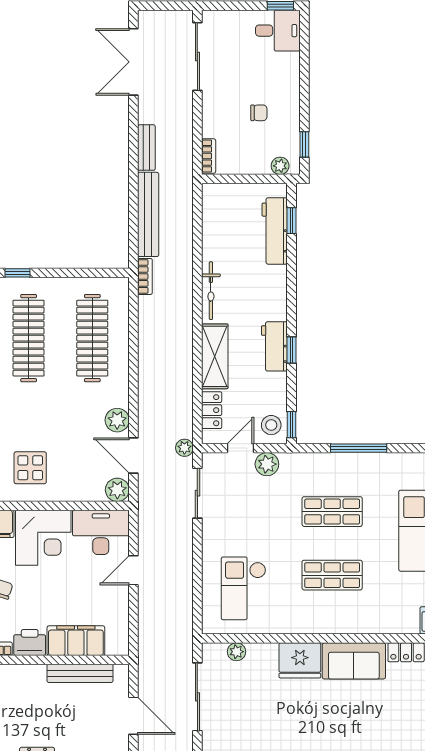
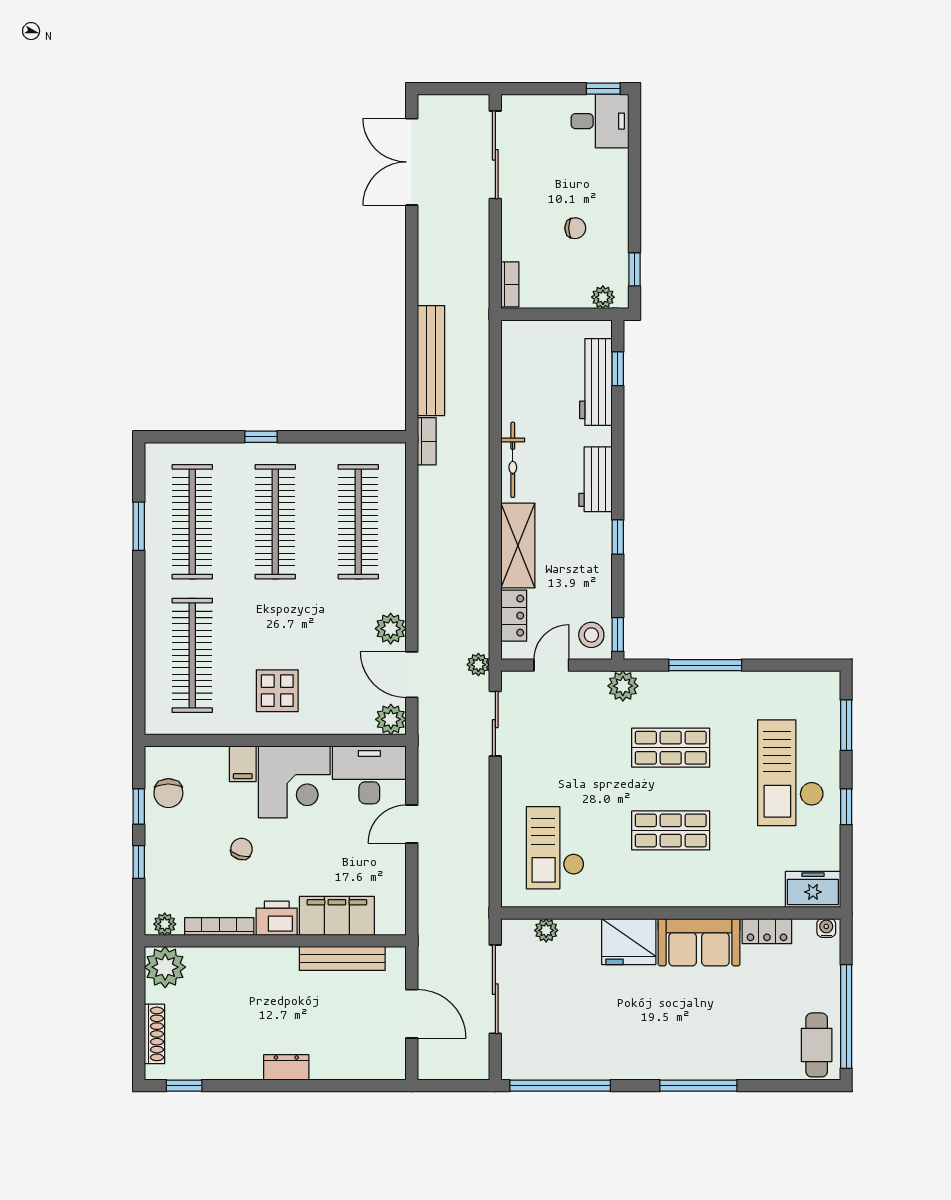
bench: (146, 148) -> (429, 273), removed
workbench: (274, 346) -> (596, 479), moved
plant: (267, 464) -> (623, 686), moved

